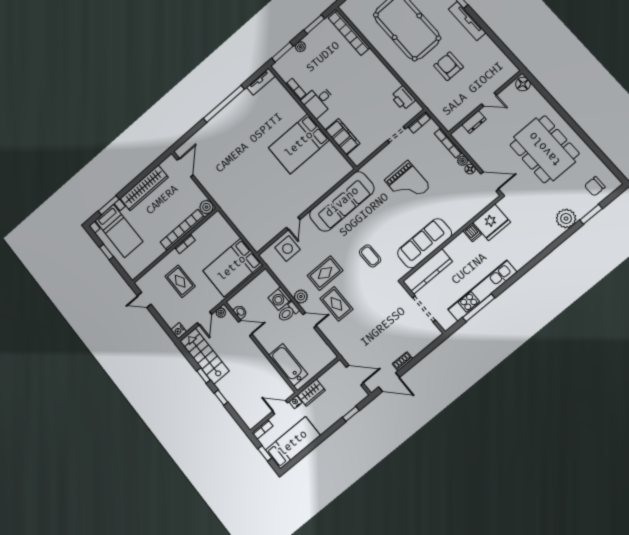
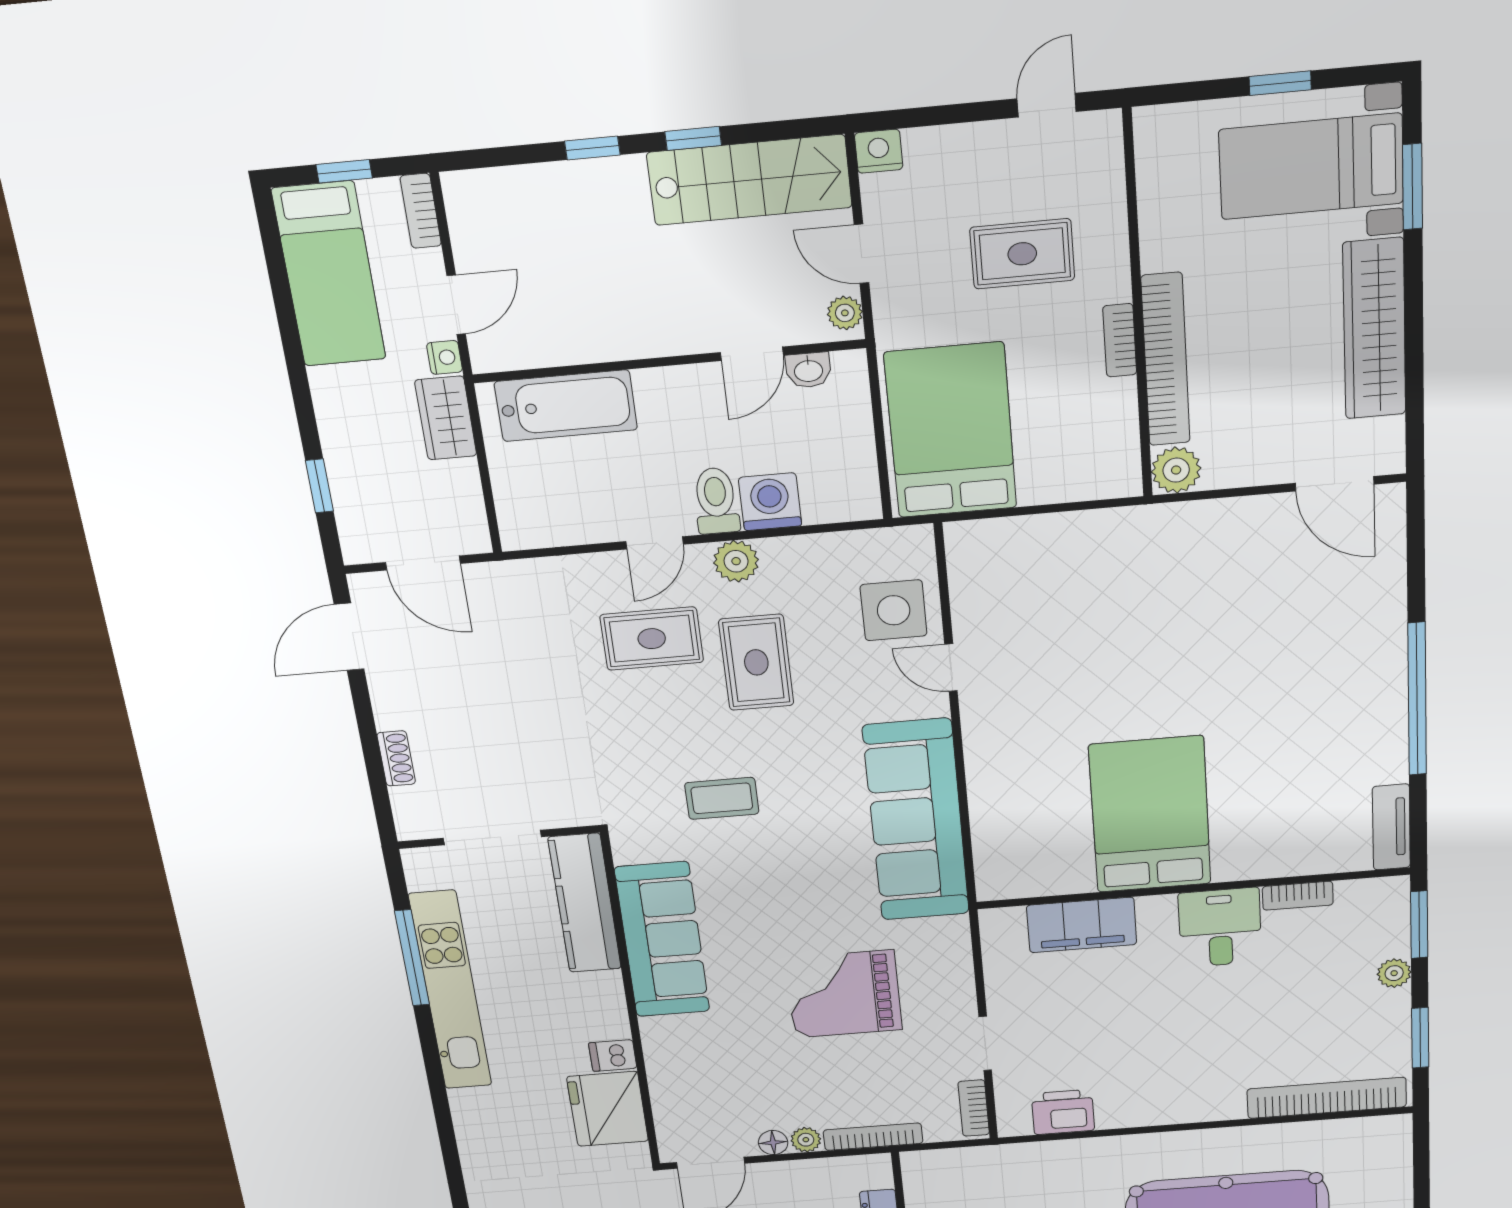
shoe rack: (402, 361) -> (396, 758), moved
door: (355, 375) -> (423, 563), hinge flipped

